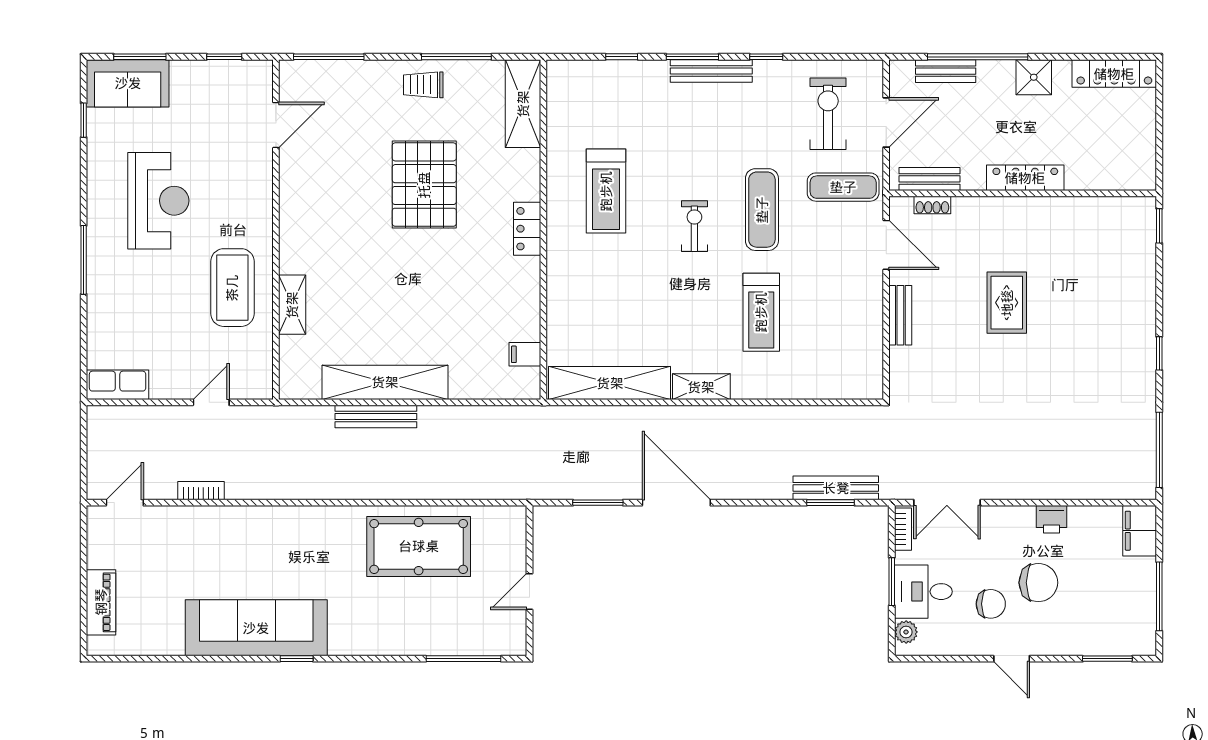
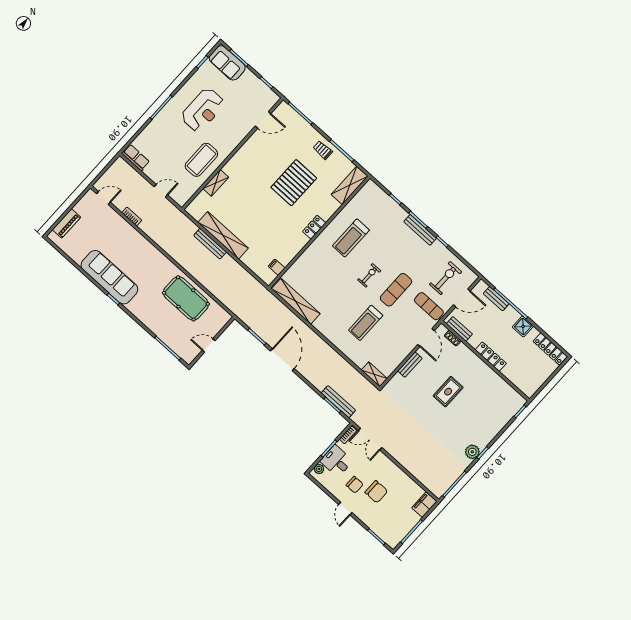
plant: (1140, 368) -> (472, 452), added
shelving: (701, 387) -> (374, 374), moved
printer: (1051, 519) -> (399, 475), removed

